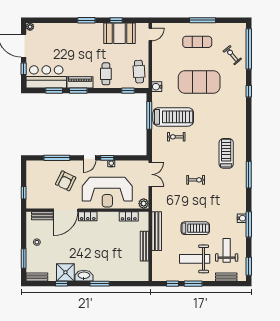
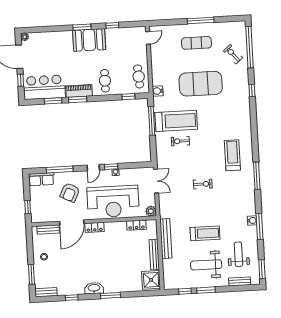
booth: (119, 33) -> (89, 40), moved
row of seats: (39, 166) -> (41, 179), added
shower: (65, 272) -> (151, 280), moved

